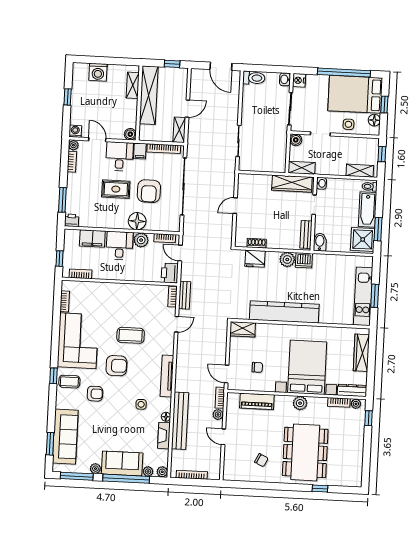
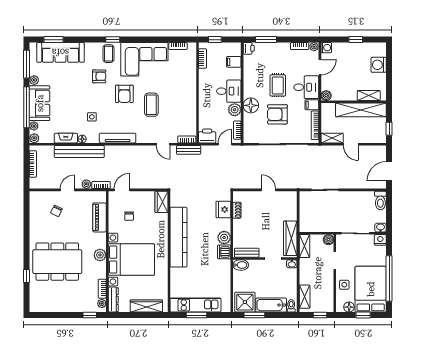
filing cabinet: (92, 239) -> (234, 62), width x0.50
armchair: (95, 394) -> (99, 76), turned -90
chair: (261, 460) -> (56, 211), moved

